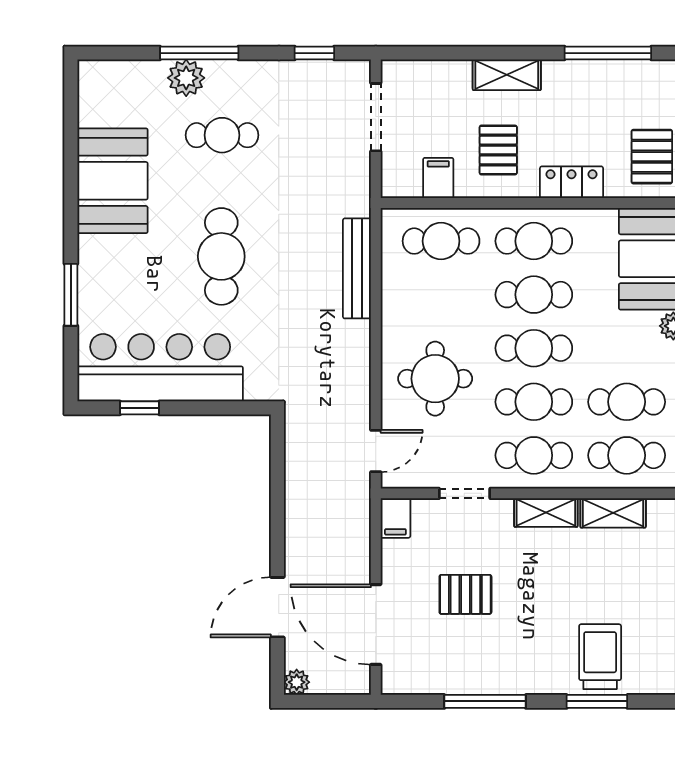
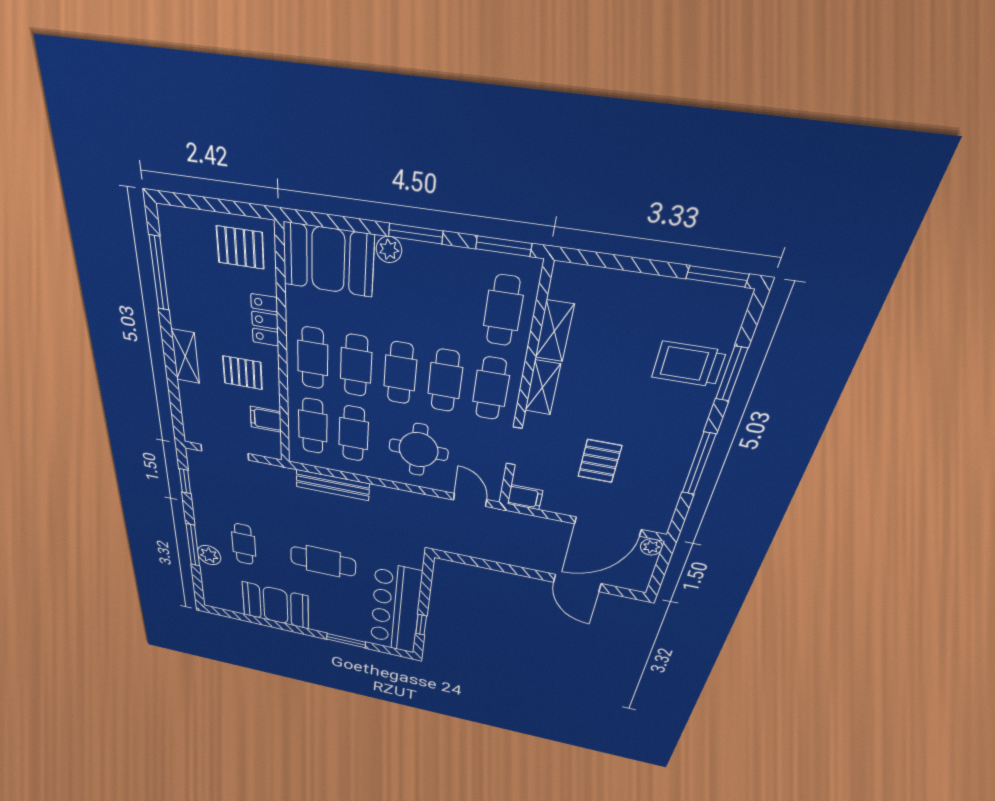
cafe table: (627, 402) -> (354, 434), moved
plant: (297, 682) -> (651, 547), moved

